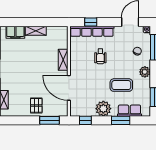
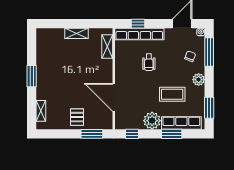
filing cabinet: (15, 32) -> (54, 35), removed
shelving: (63, 60) -> (107, 47), moved
row of seats: (129, 111) -> (181, 123), width x1.48

